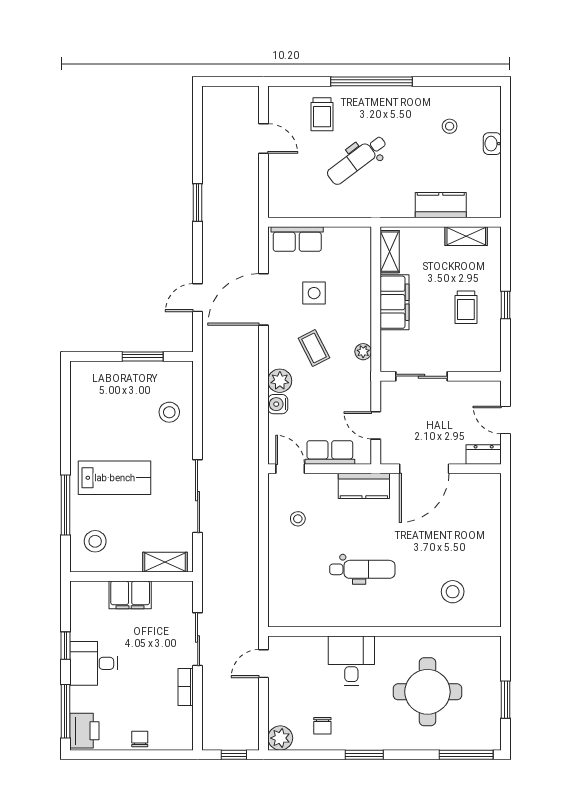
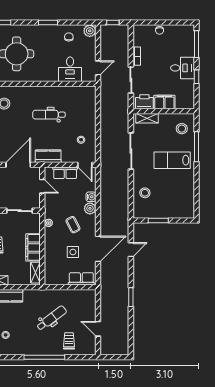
desk: (351, 661) -> (70, 69), moved
printer: (84, 731) -> (144, 102), moved, turned 90

